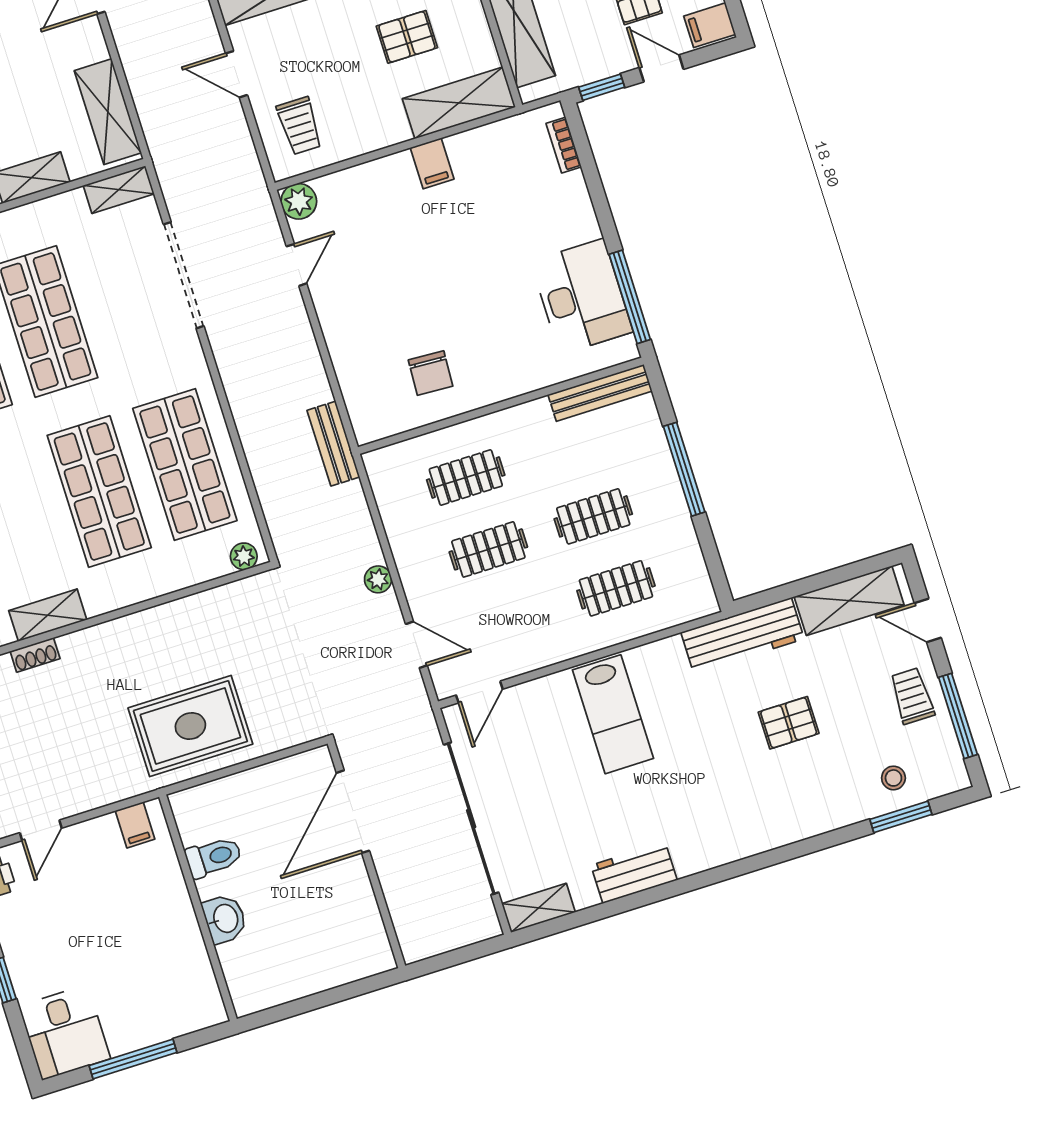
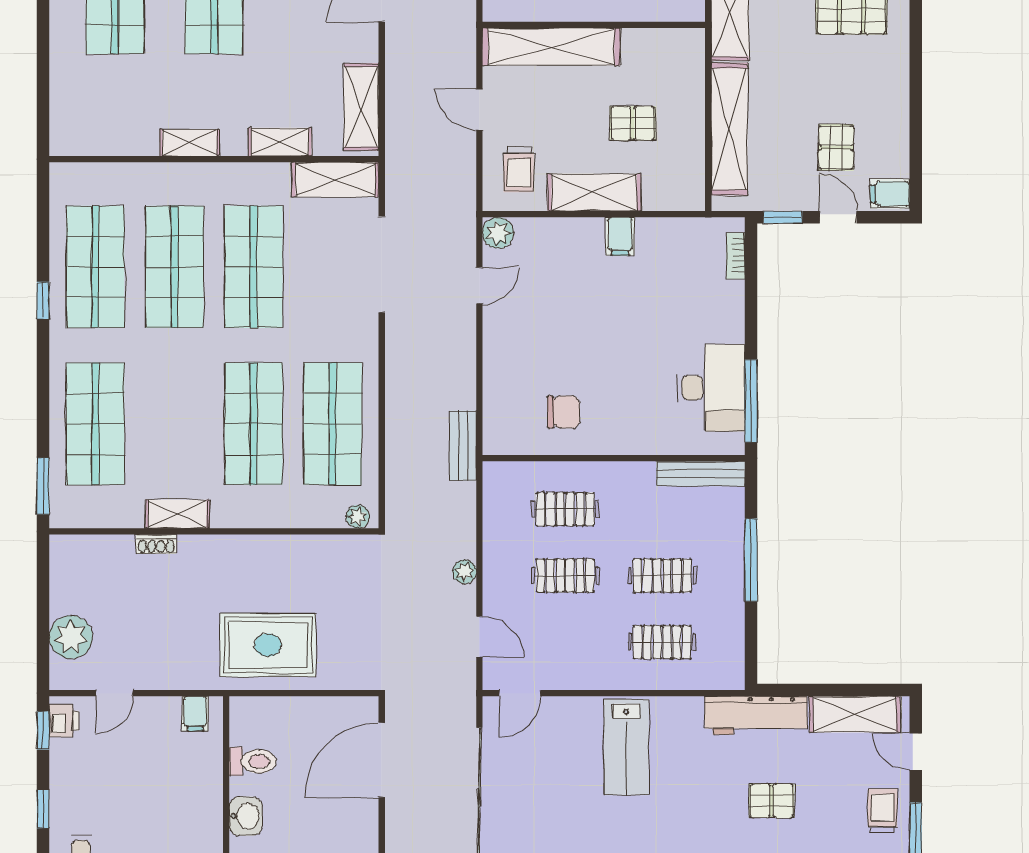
shelving: (459, 103) -> (594, 192), moved
shelving: (119, 190) -> (335, 180), width x1.50, depth x1.33
chair: (431, 373) -> (563, 412), turned -93

